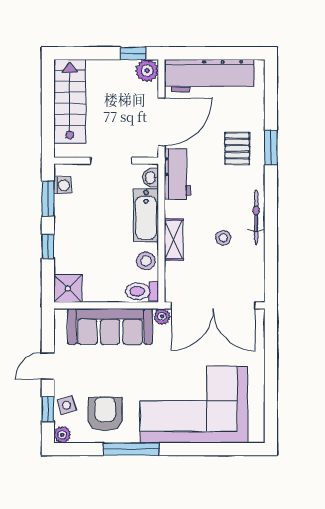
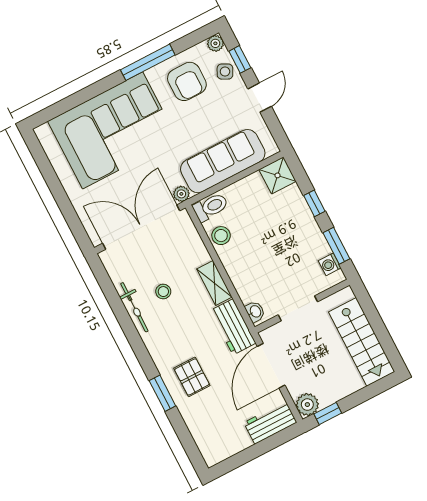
workbench: (209, 76) -> (270, 423), width x0.53, depth x0.76
bathtub: (146, 215) -> (242, 276), removed
bicycle: (256, 217) -> (134, 307), moved
shelving: (174, 240) -> (214, 283), moved
side table: (67, 405) -> (225, 72), turned 45

